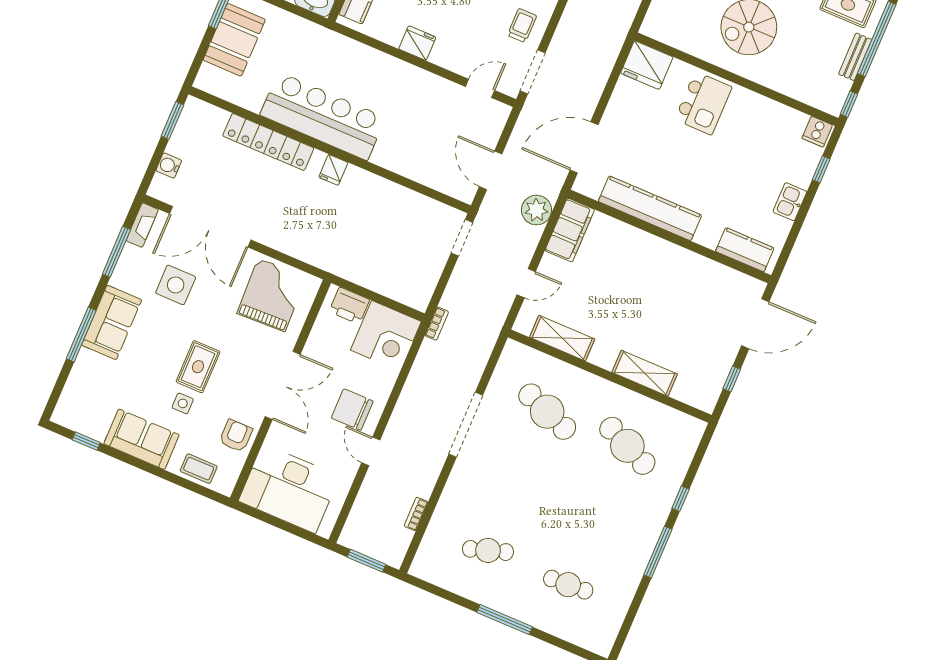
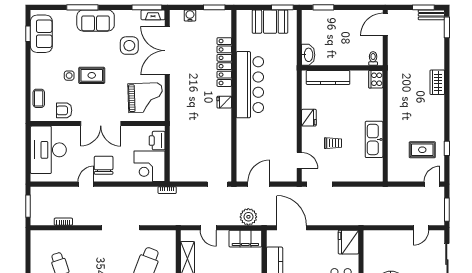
trolley: (522, 25) -> (333, 143), moved
window: (116, 252) -> (147, 7), moved
armchair: (236, 436) -> (64, 110), turned 180
sofa: (142, 439) -> (41, 34), moved

